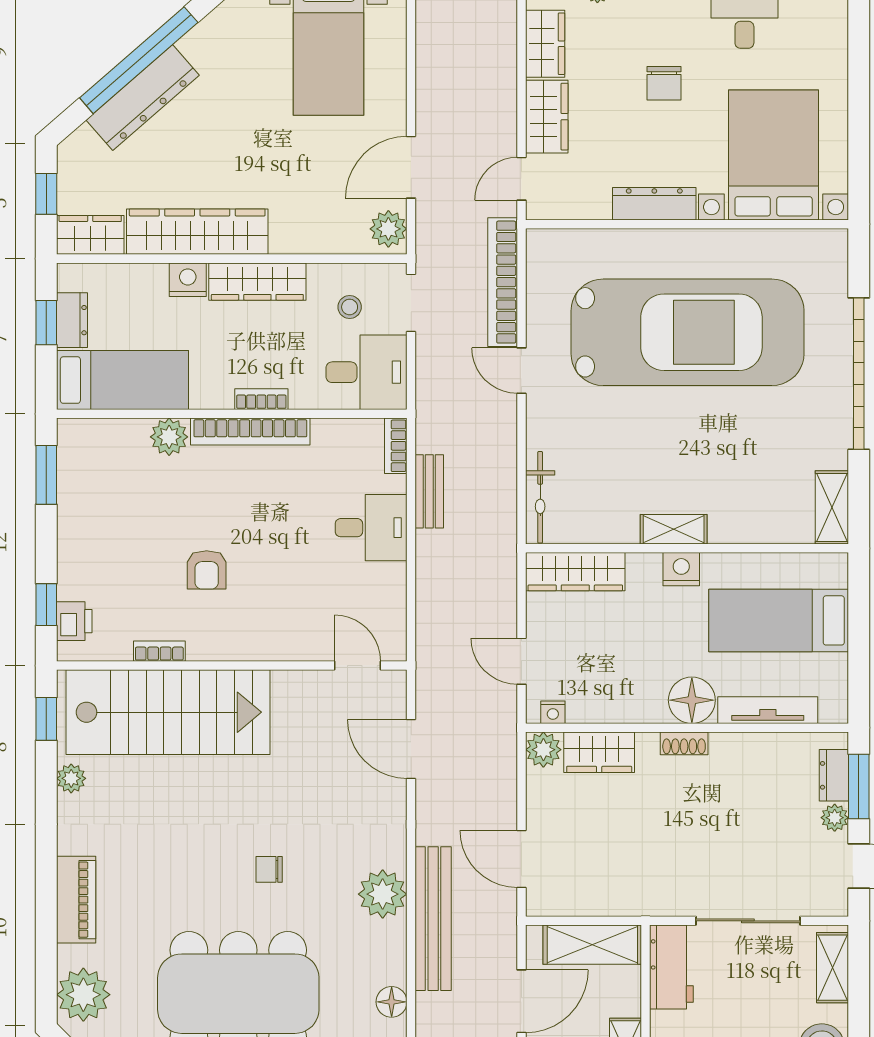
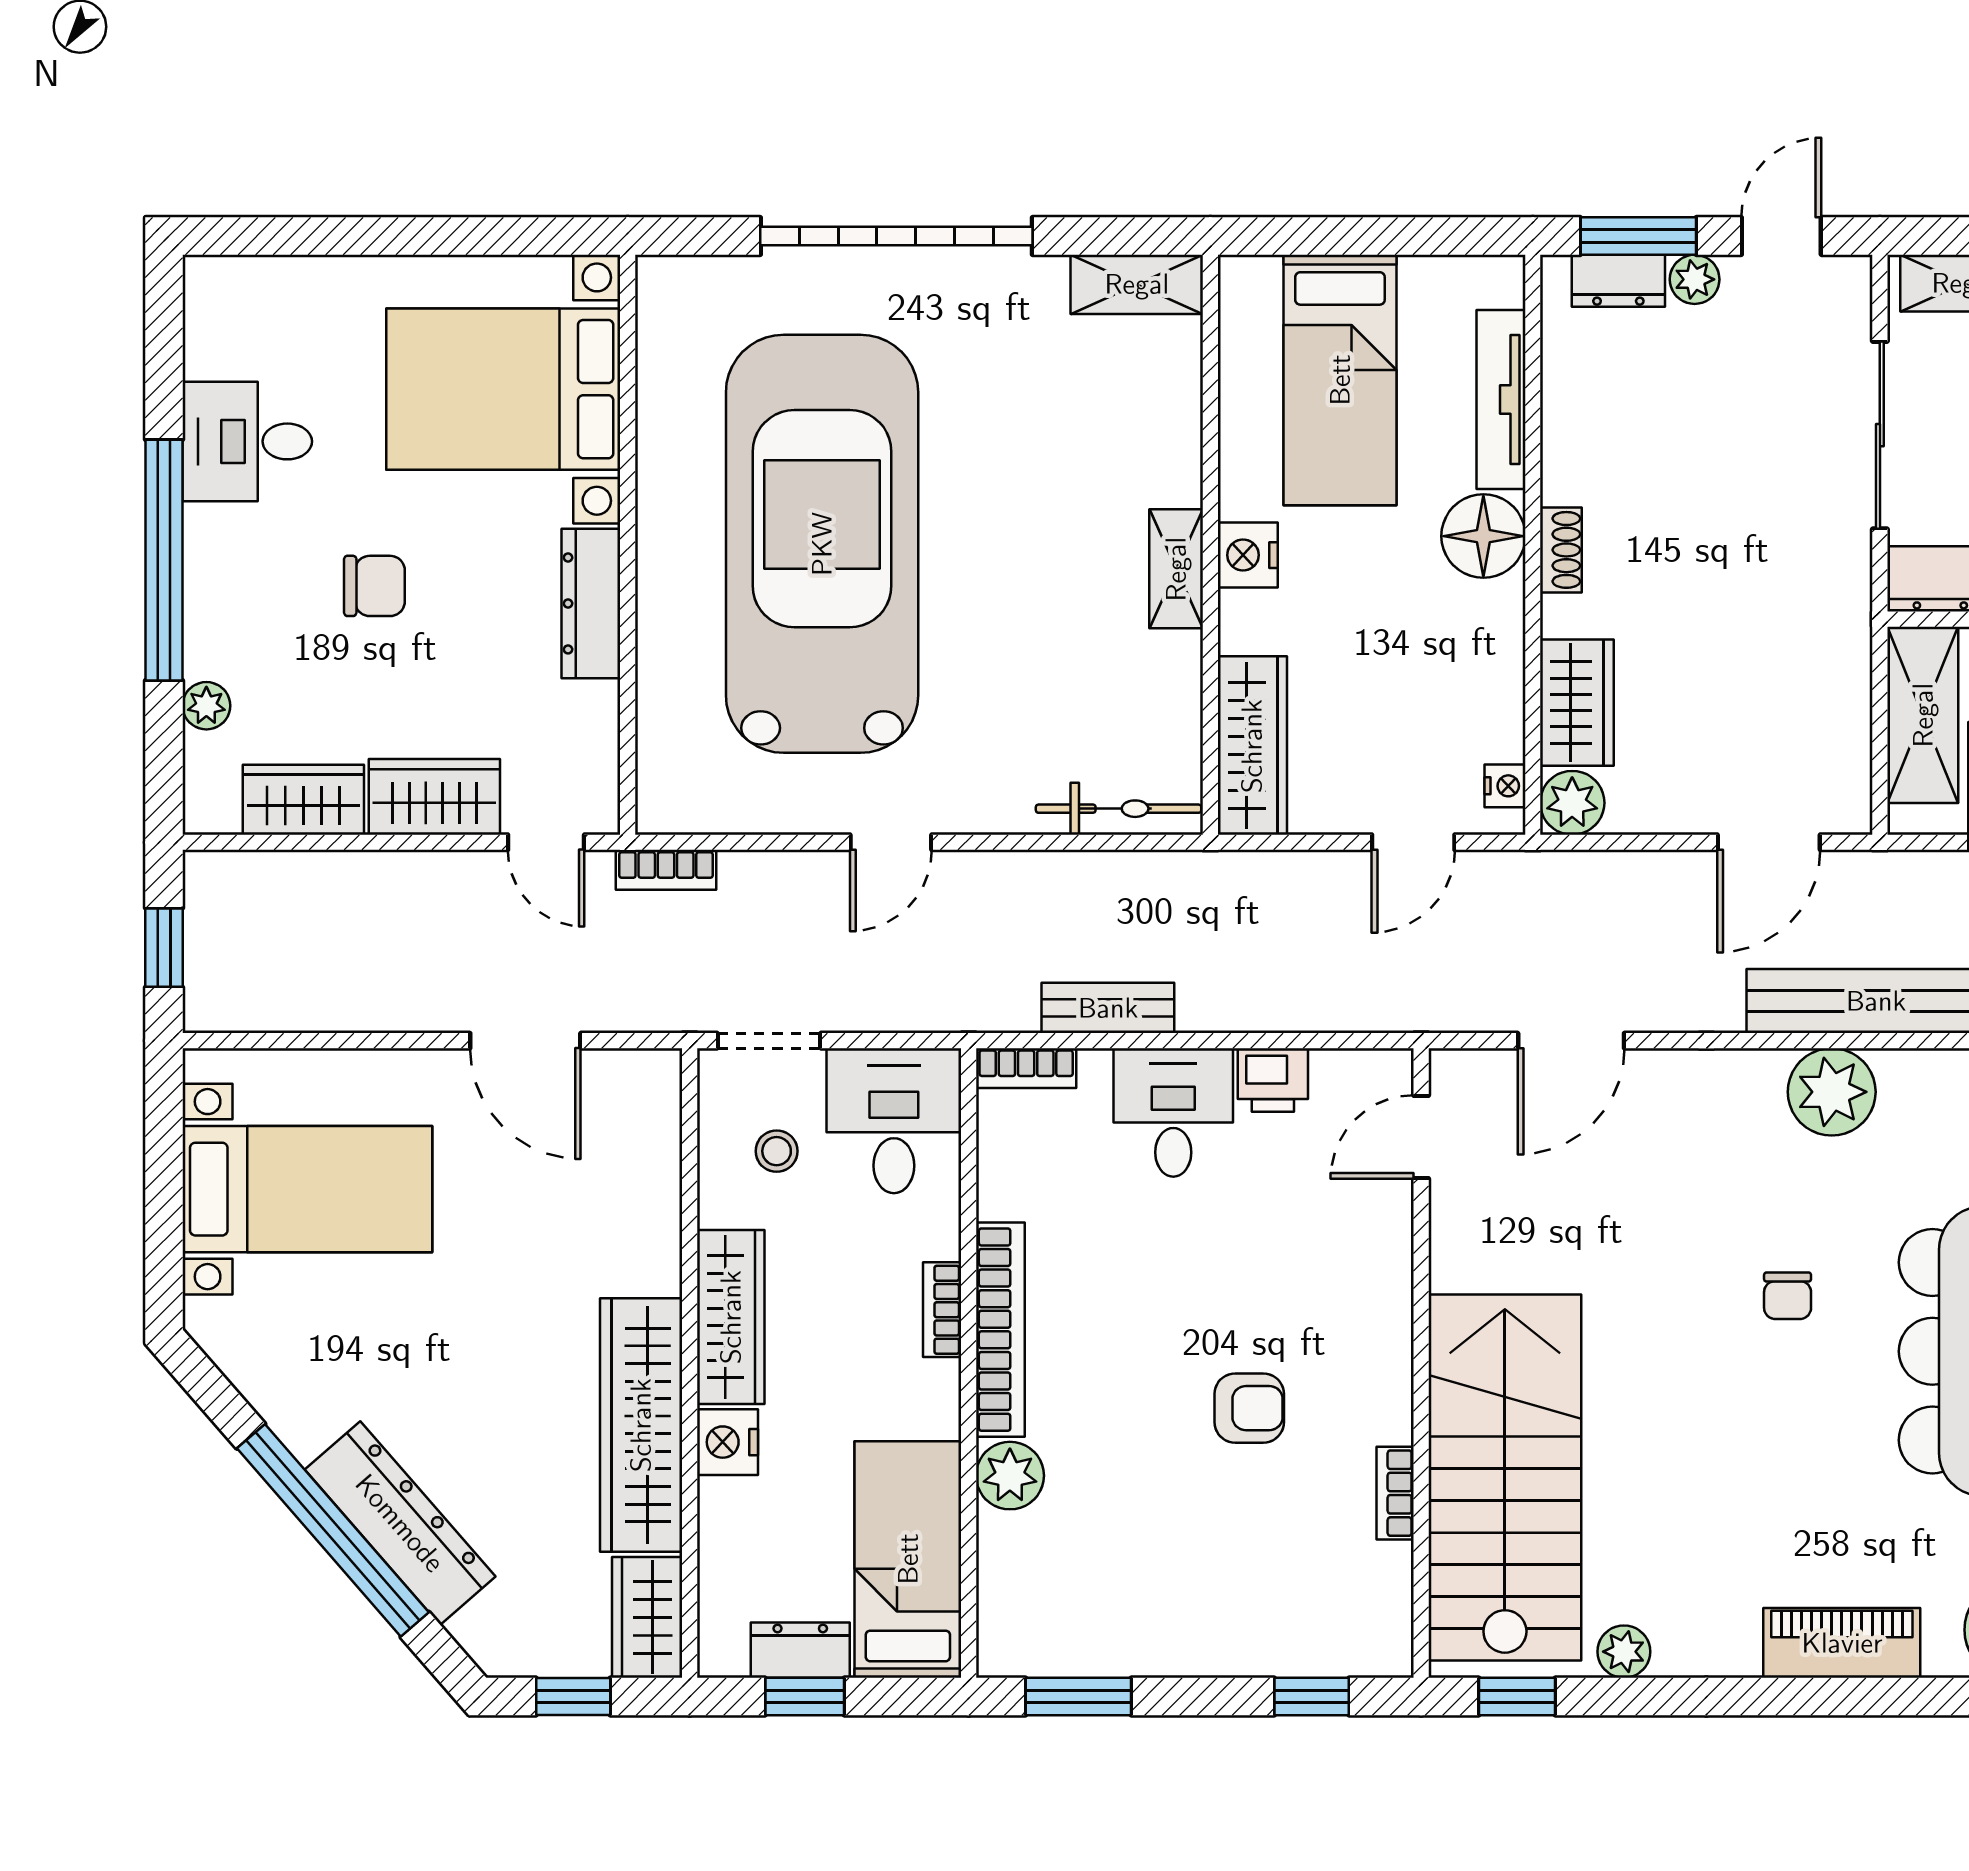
plant: (388, 229) -> (636, 1081), removed
bookcase: (503, 282) -> (666, 870), width x0.43, depth x0.76
printer: (74, 621) -> (1273, 1080), moved, turned 180

